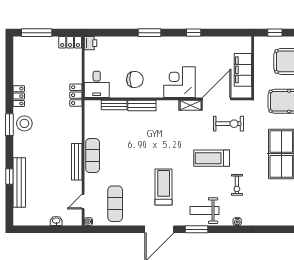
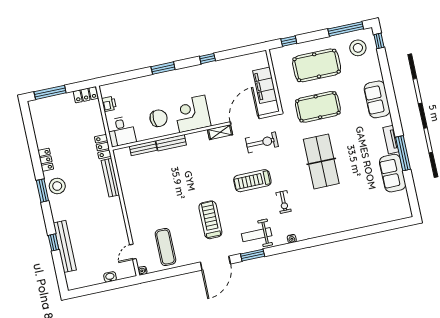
printer: (90, 43) -> (109, 104), moved
corner desk: (179, 82) -> (192, 114), moved
exercise mat: (93, 156) -> (132, 204), removed
bench: (77, 162) -> (110, 178), moved

